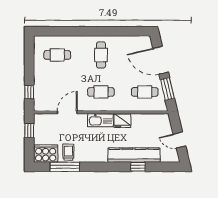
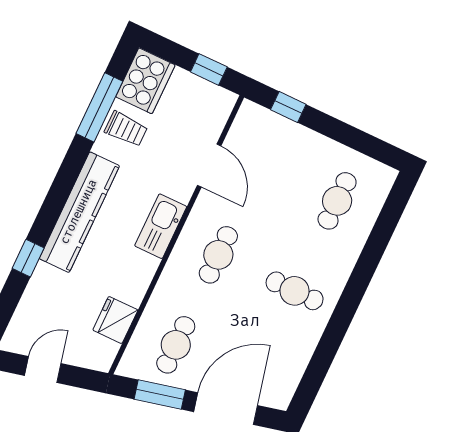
fridge: (122, 121) -> (115, 320), moved
kitchen counter: (134, 155) -> (79, 212), moved

